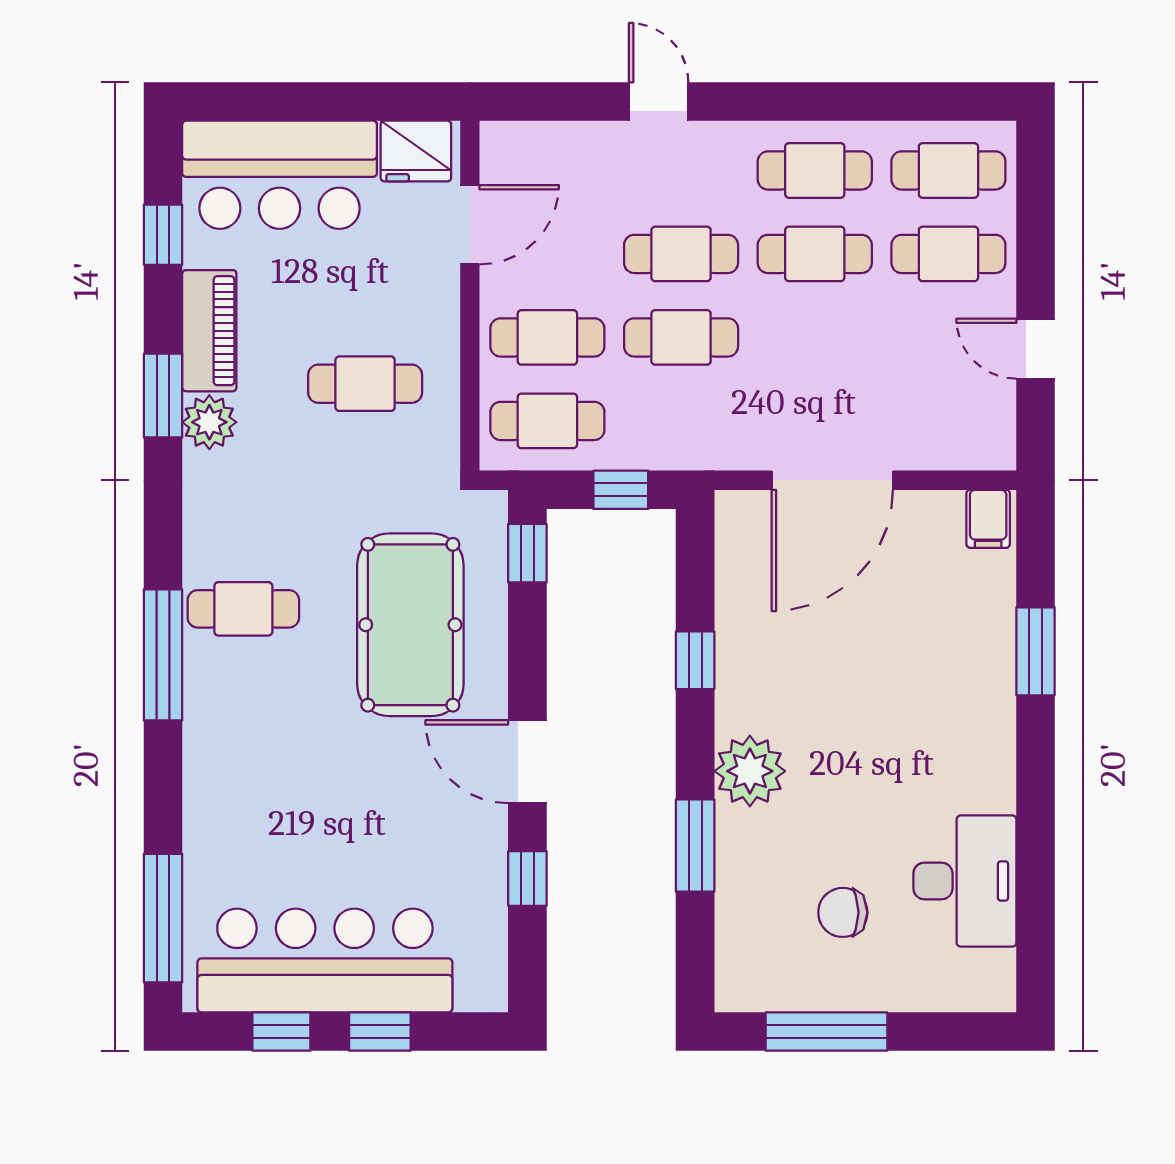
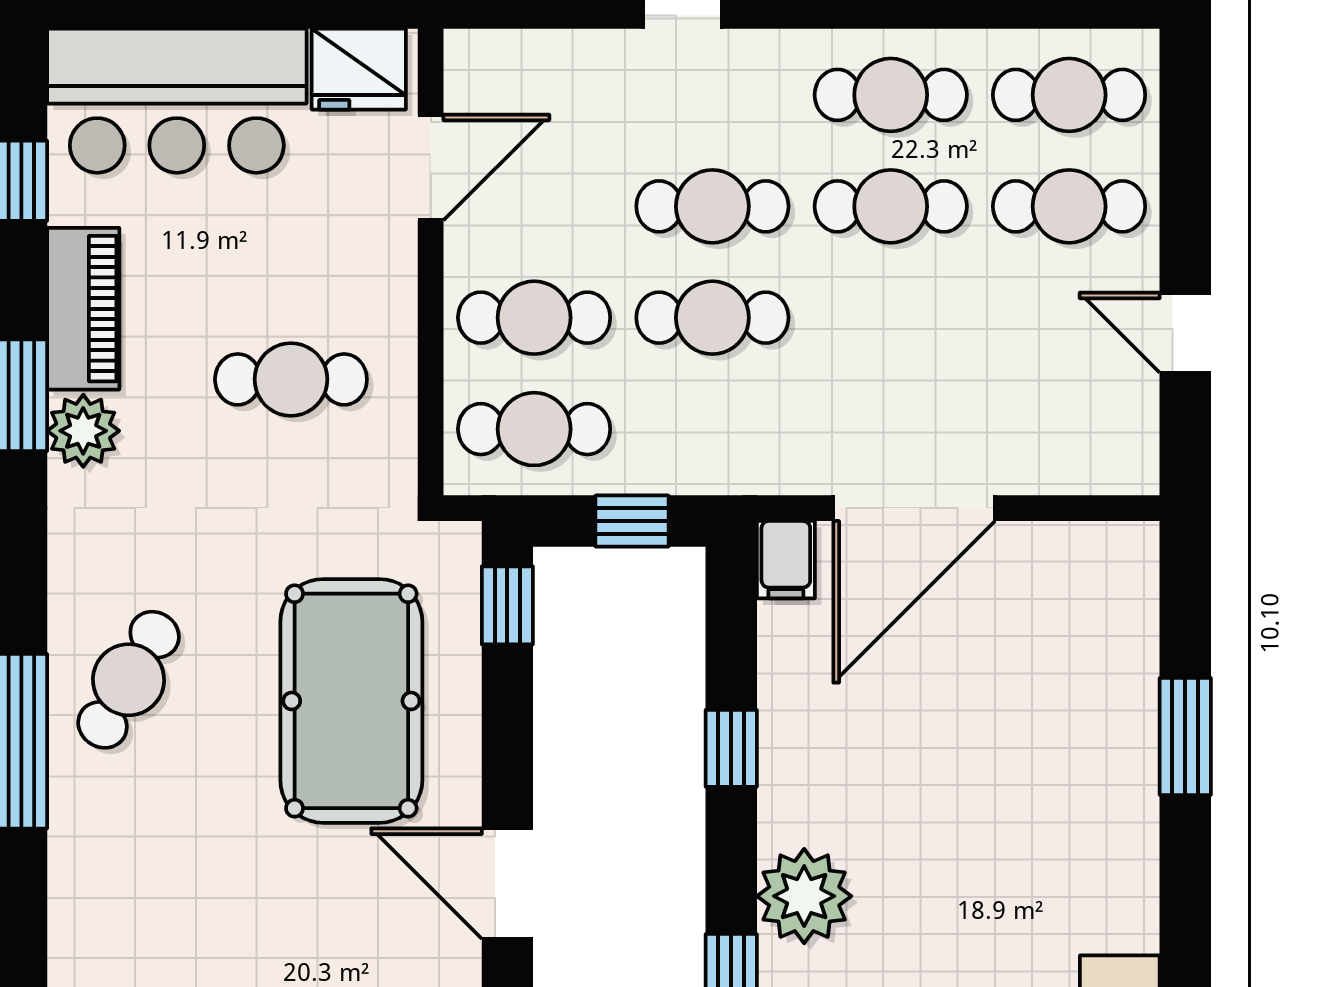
filing cabinet: (988, 519) -> (786, 560), moved
cafe table: (243, 609) -> (129, 680), turned -60

